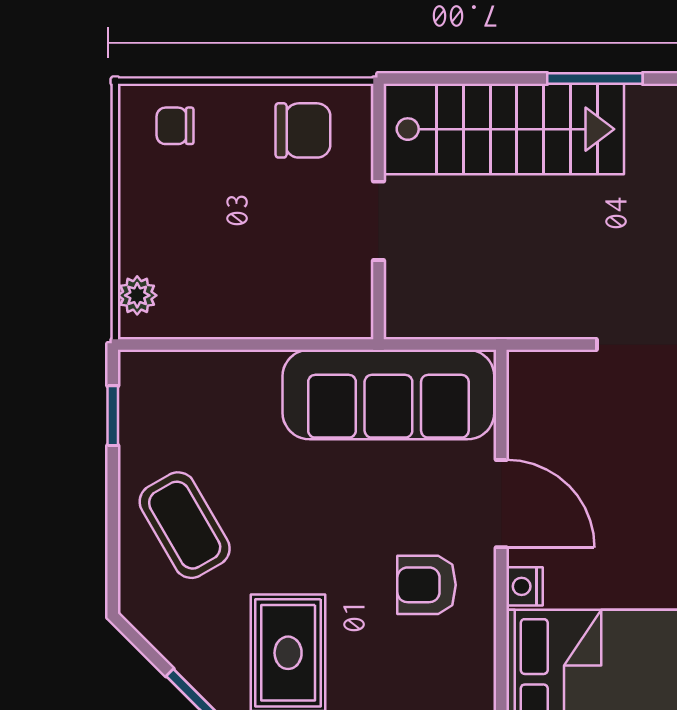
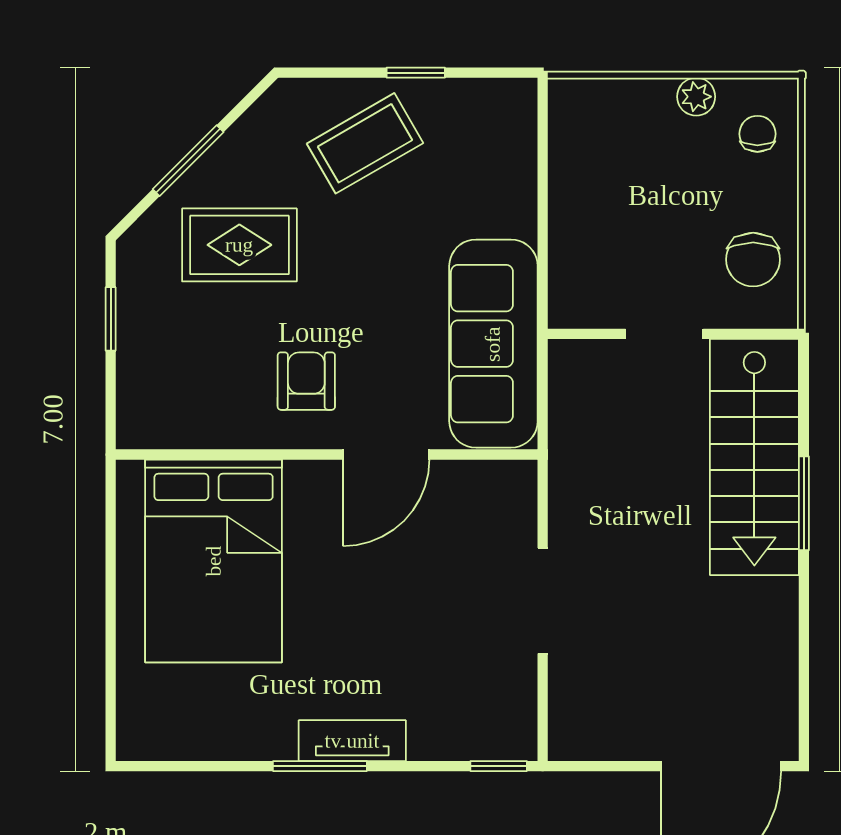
window: (595, 79) -> (804, 503), moved
plant: (137, 295) -> (696, 97), moved
window: (113, 416) -> (416, 73), moved
nightstand: (524, 586) -> (305, 477), removed

